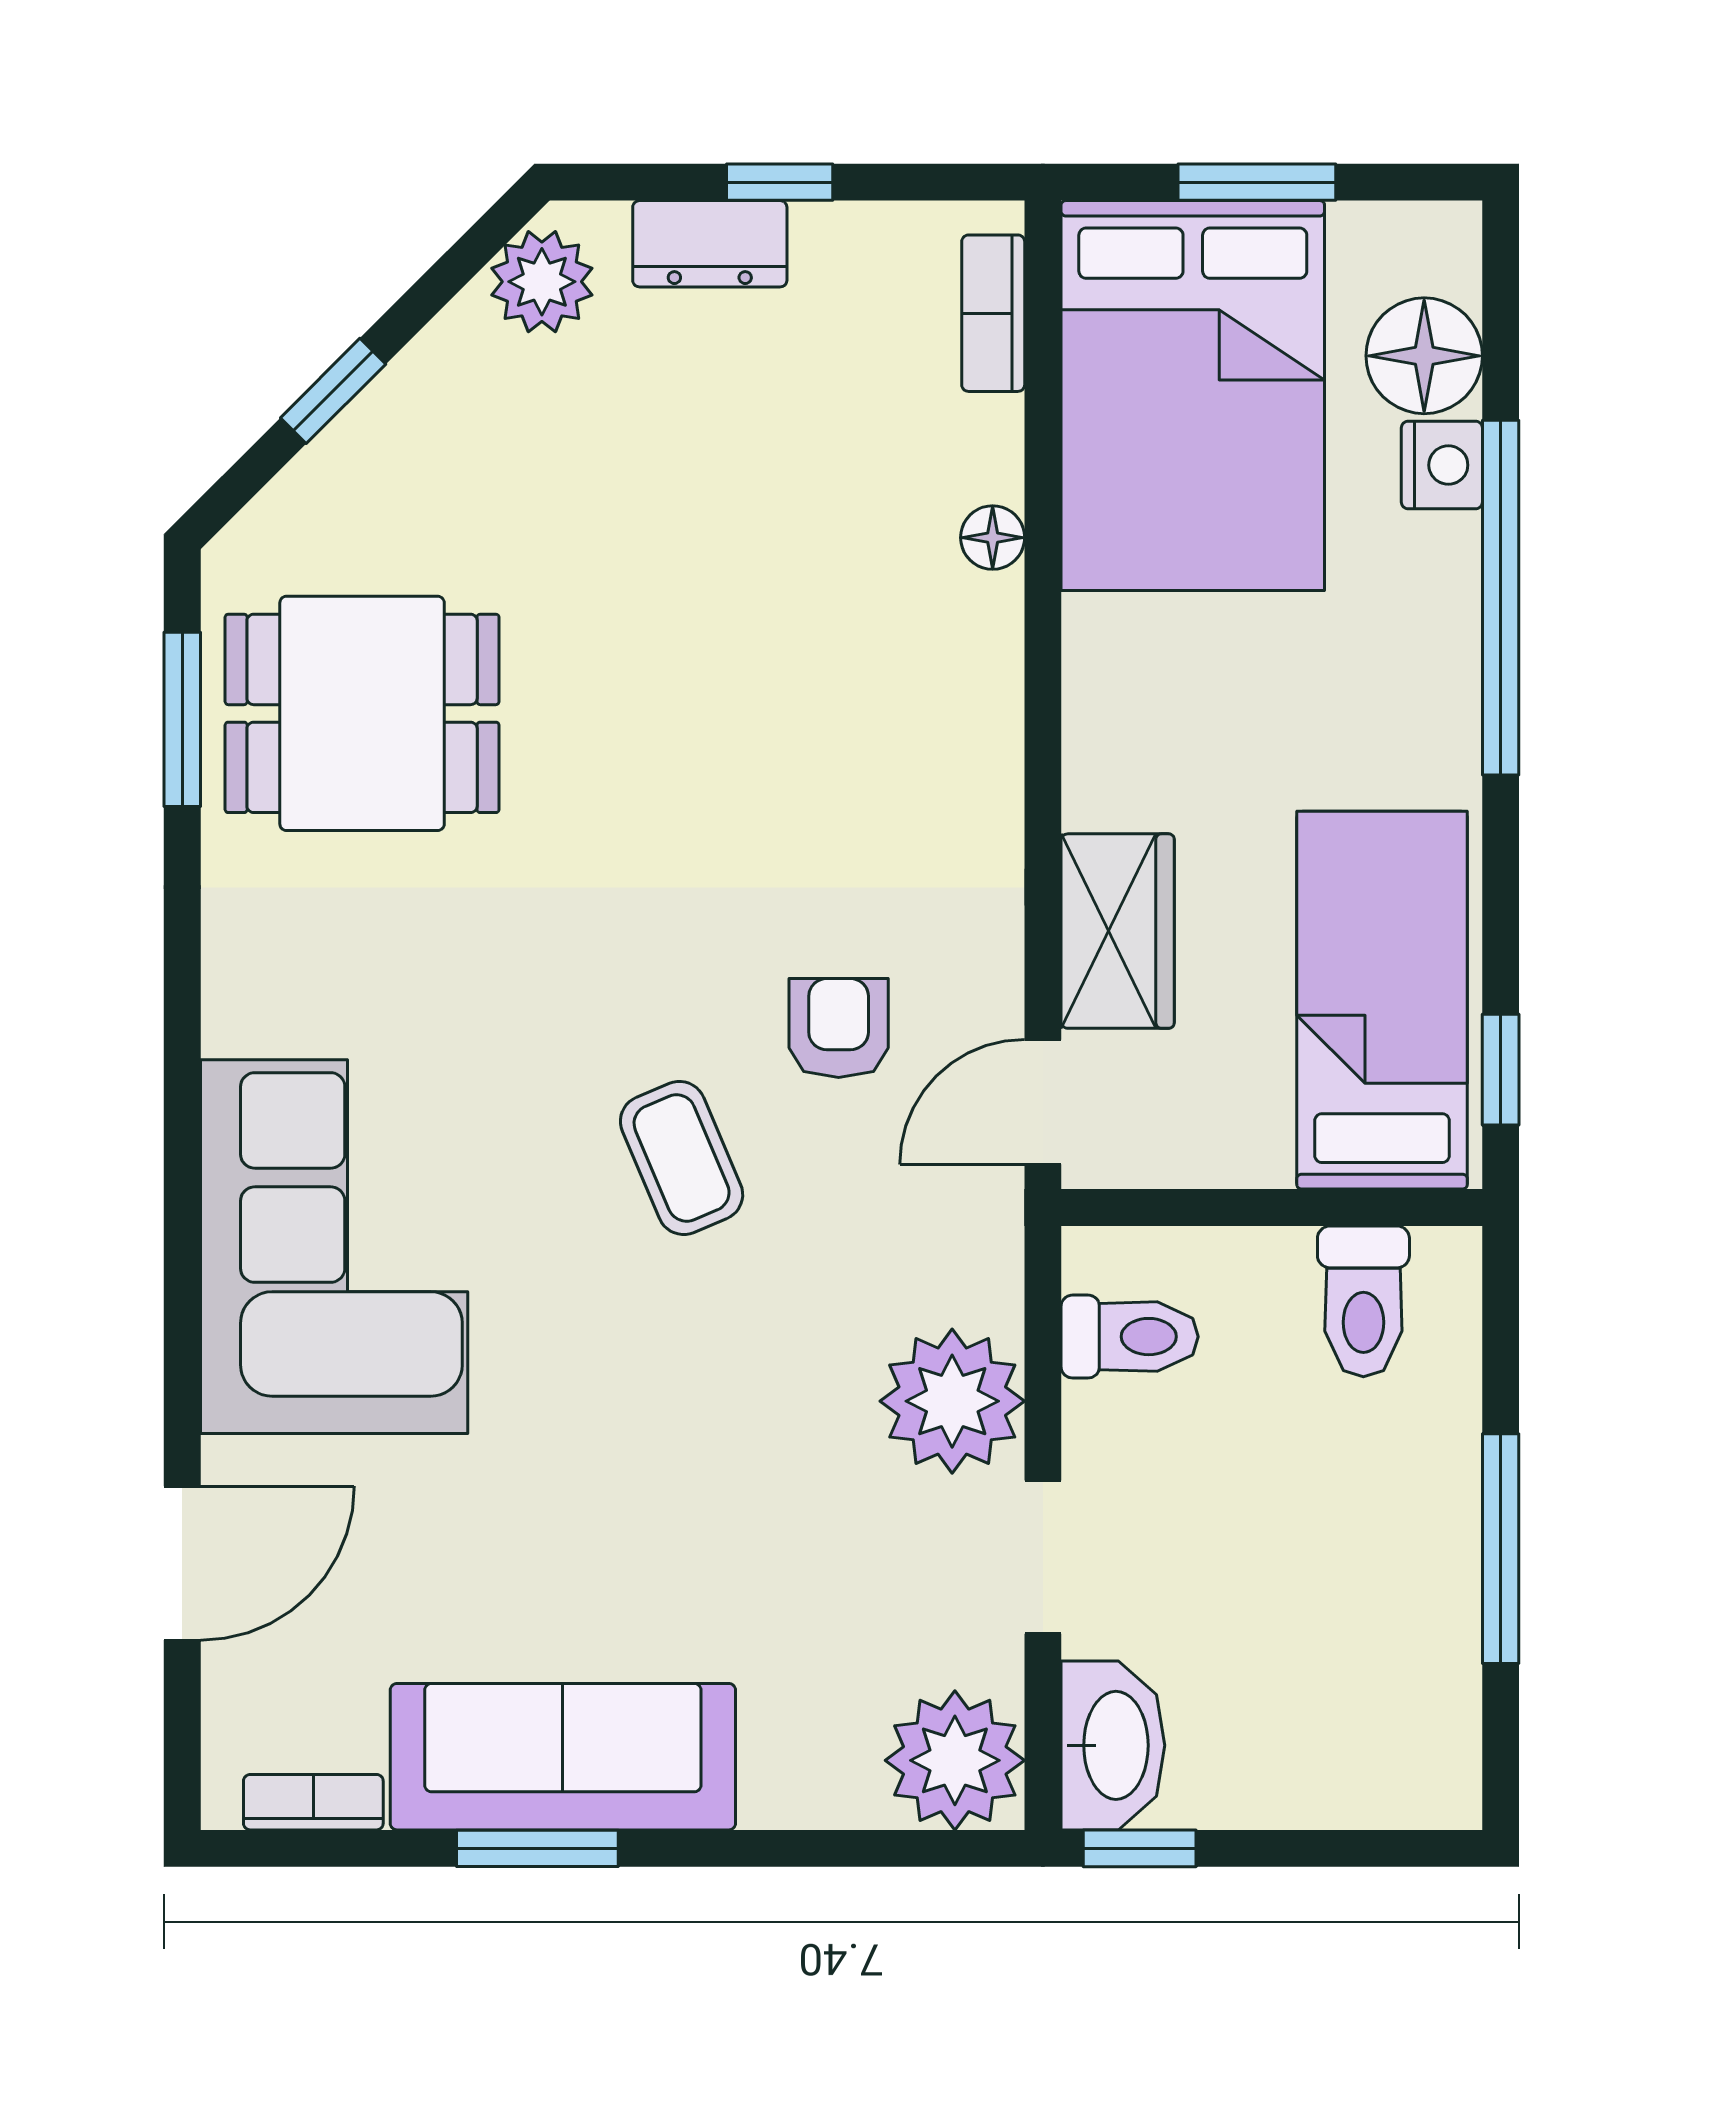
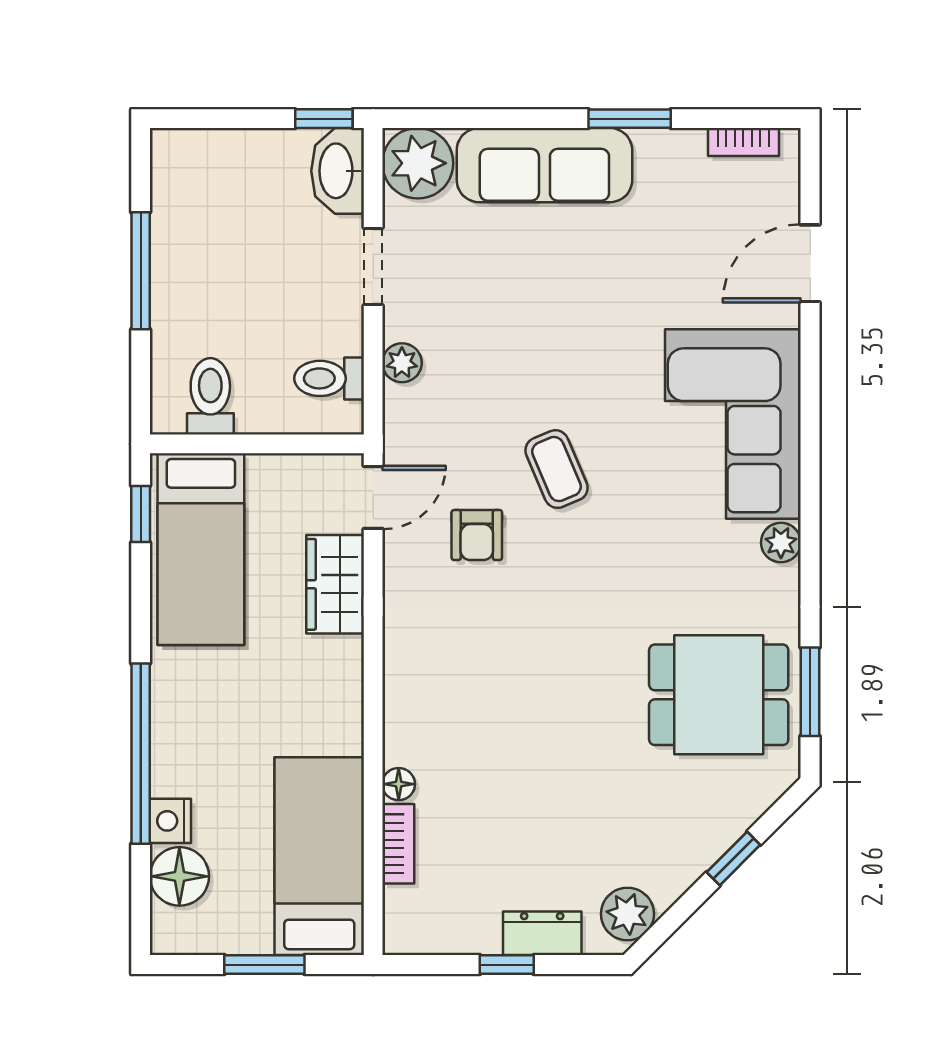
bookcase: (993, 313) -> (398, 844), moved
bed: (1193, 396) -> (319, 856), width x0.67
plant: (240, 1013) -> (781, 543), added
plant: (952, 1401) -> (402, 363), width x0.53, depth x0.53
sofa: (563, 1757) -> (544, 165), moved

